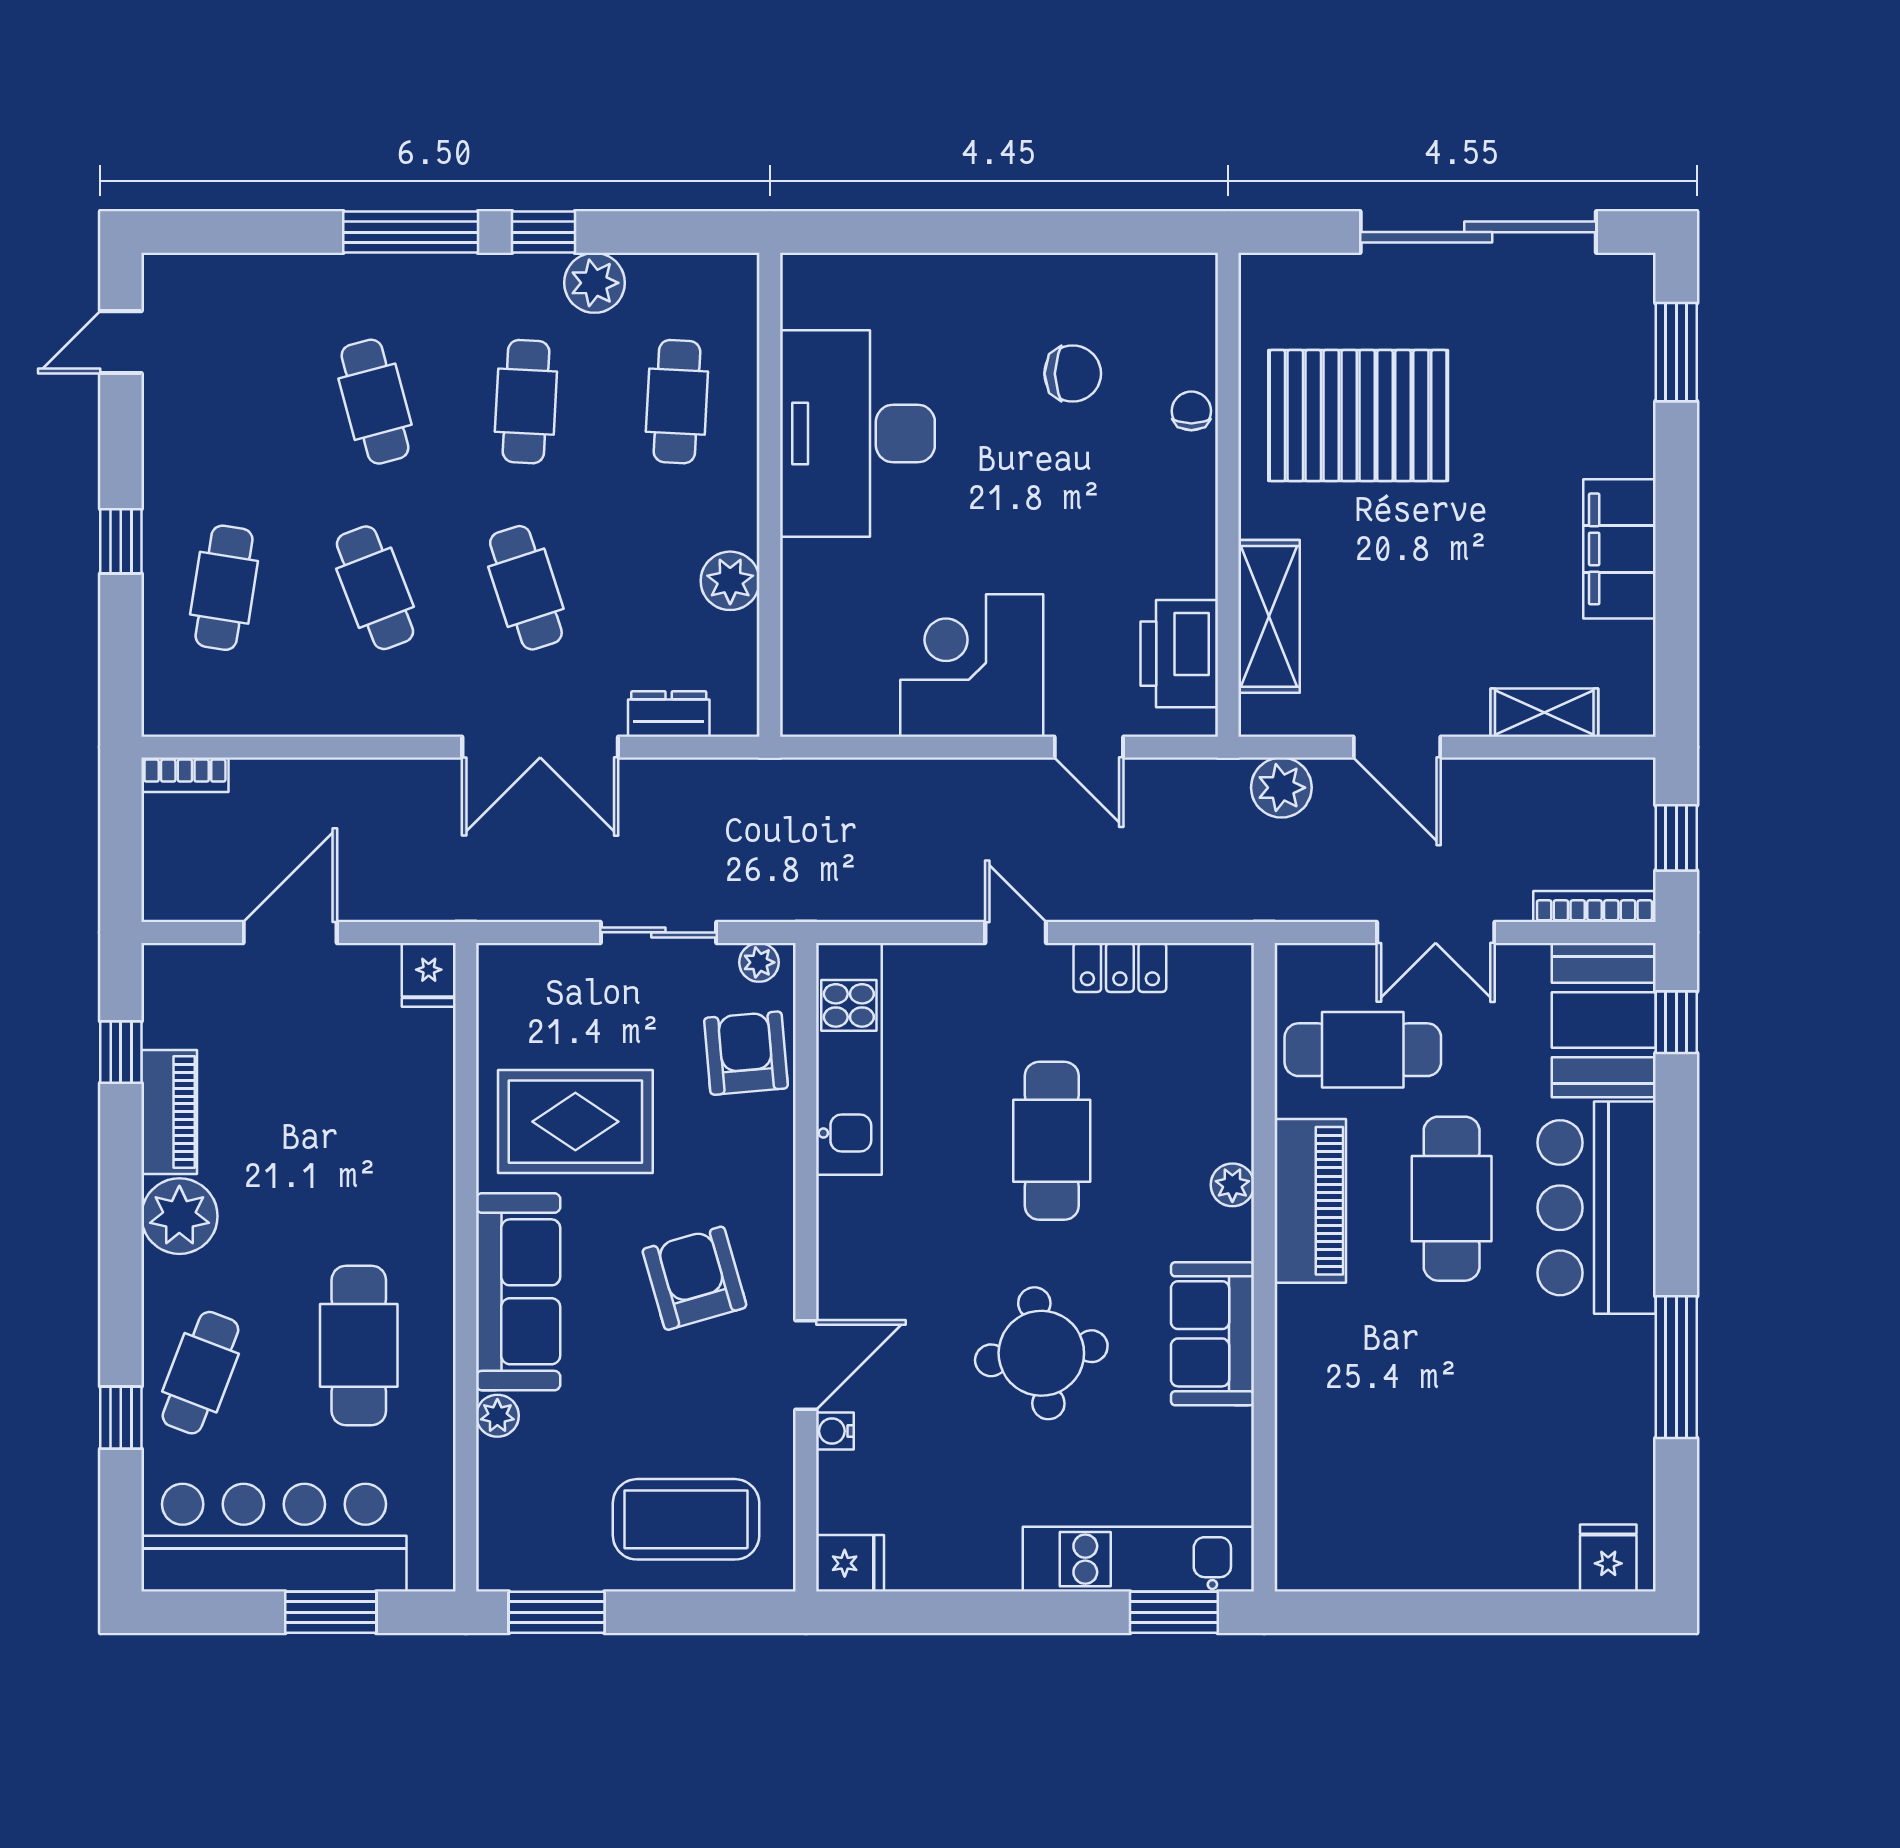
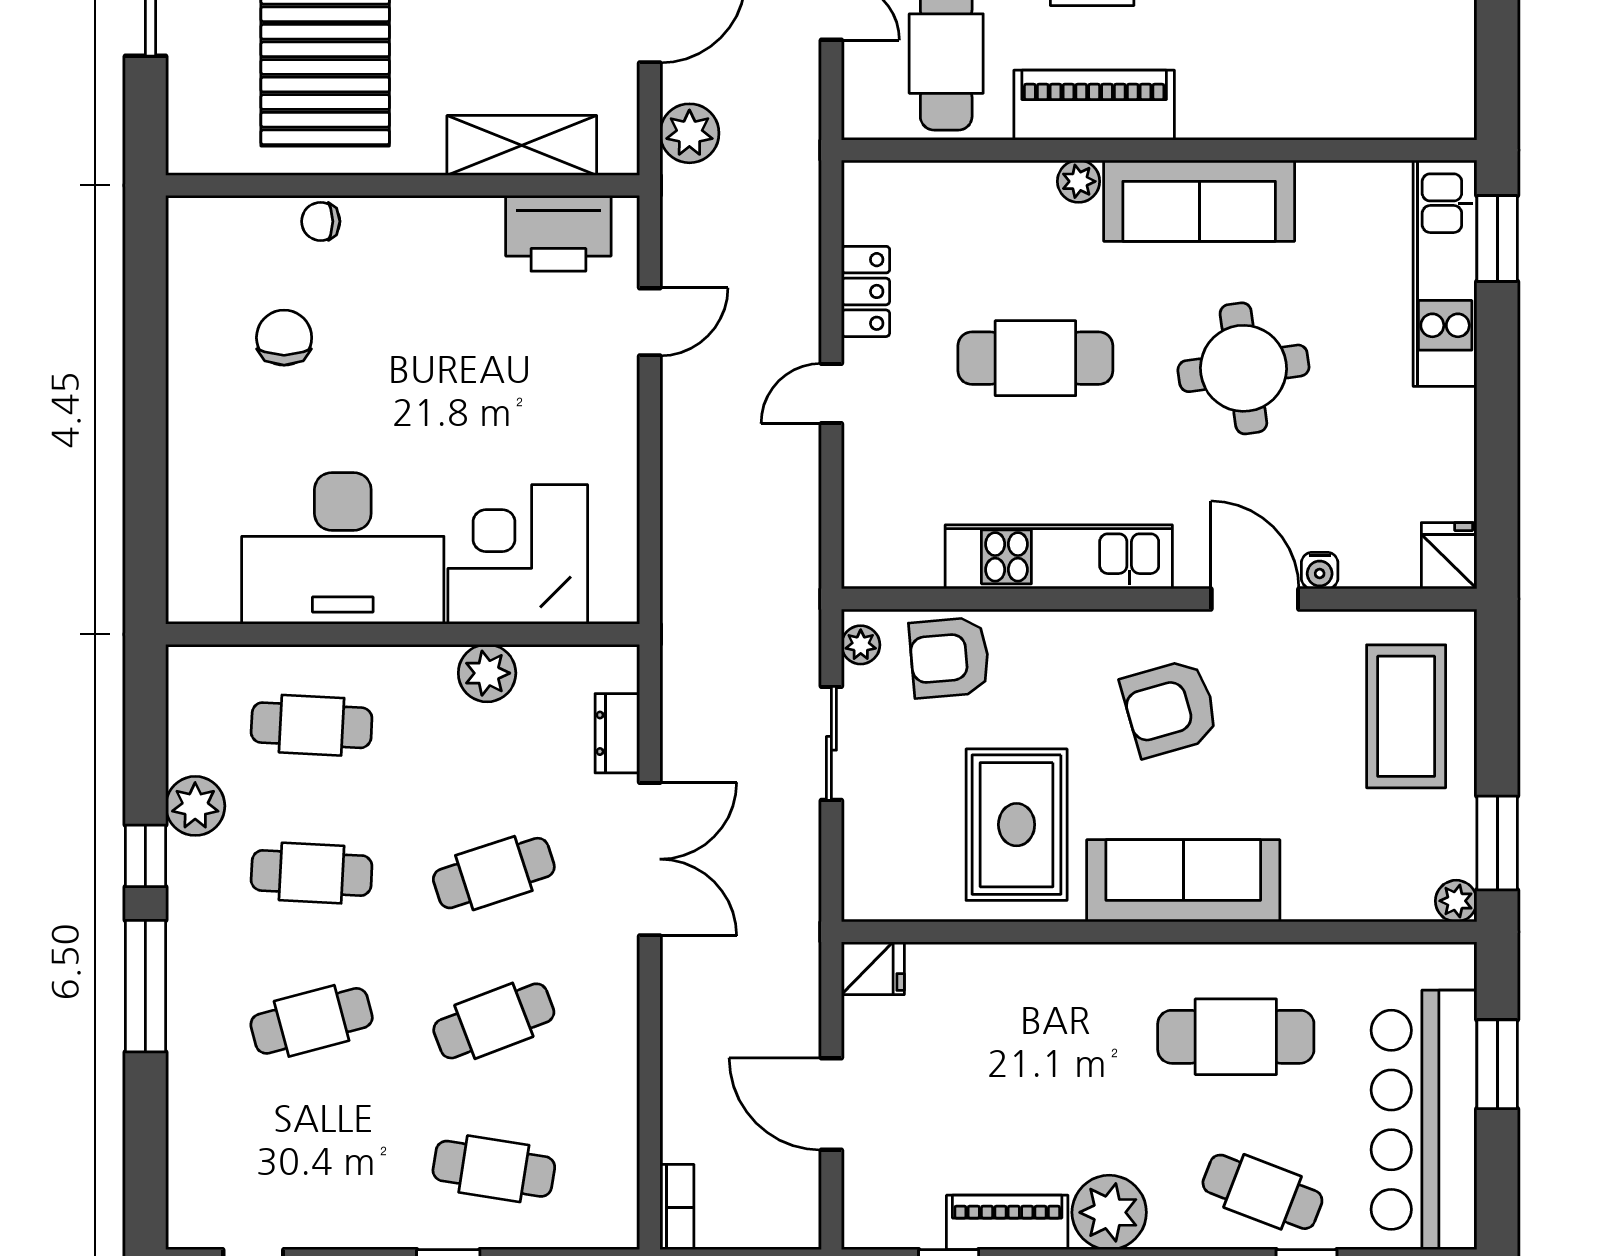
corner desk: (972, 665) -> (518, 554), moved, turned 90
kitchen unit: (849, 1059) -> (1059, 557), moved
sofa: (1212, 1334) -> (1199, 201), width x1.36
plant: (497, 1416) -> (1456, 901), moved

